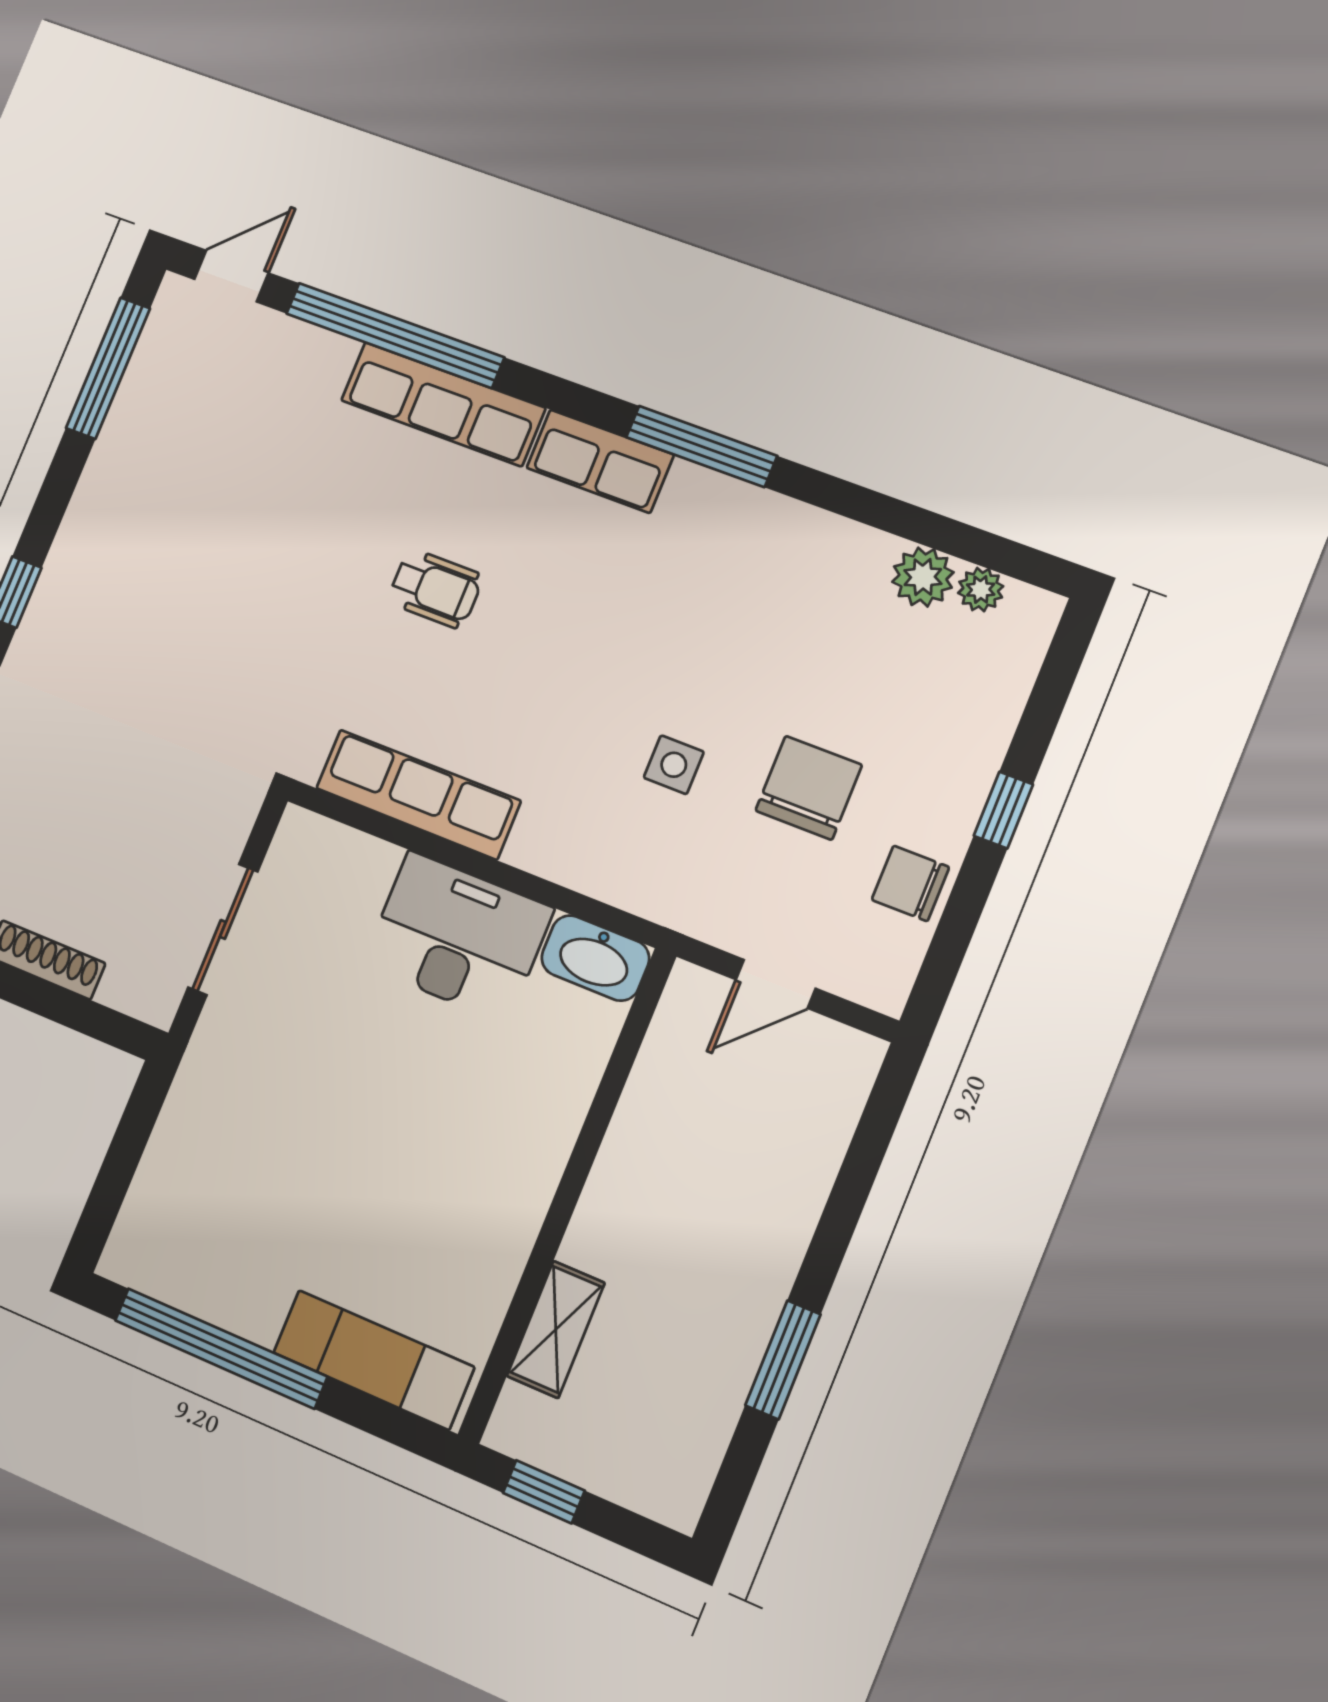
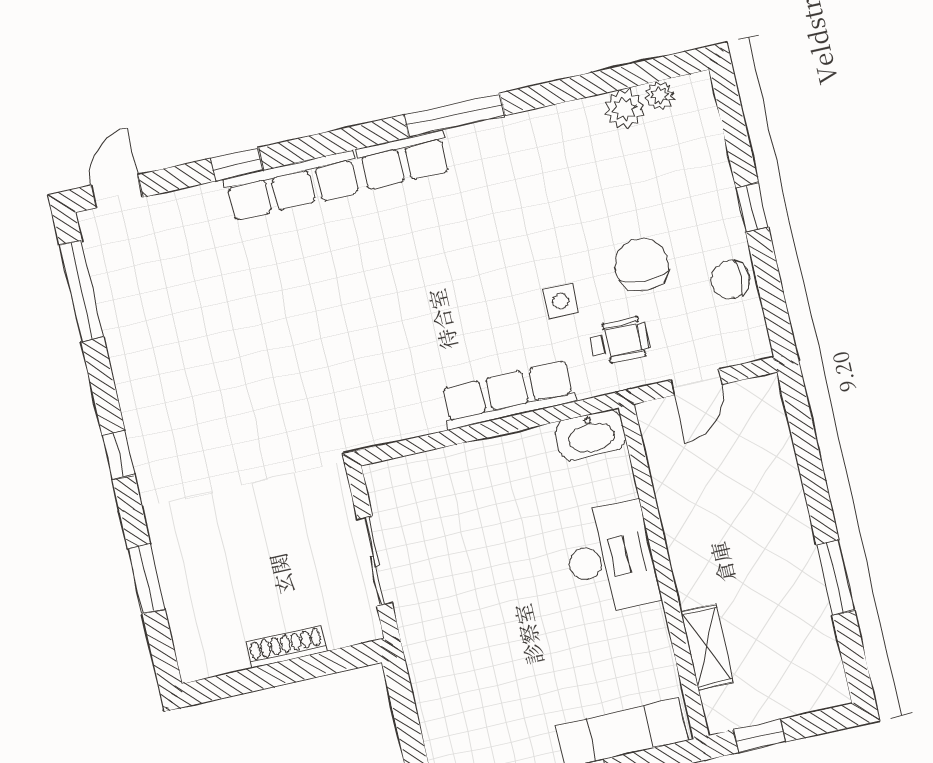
window: (395, 335) -> (237, 164), width x0.32
wheelchair: (435, 589) -> (620, 341), moved
row of seats: (418, 795) -> (508, 395), moved
desk: (458, 937) -> (610, 558), moved, turned 90

